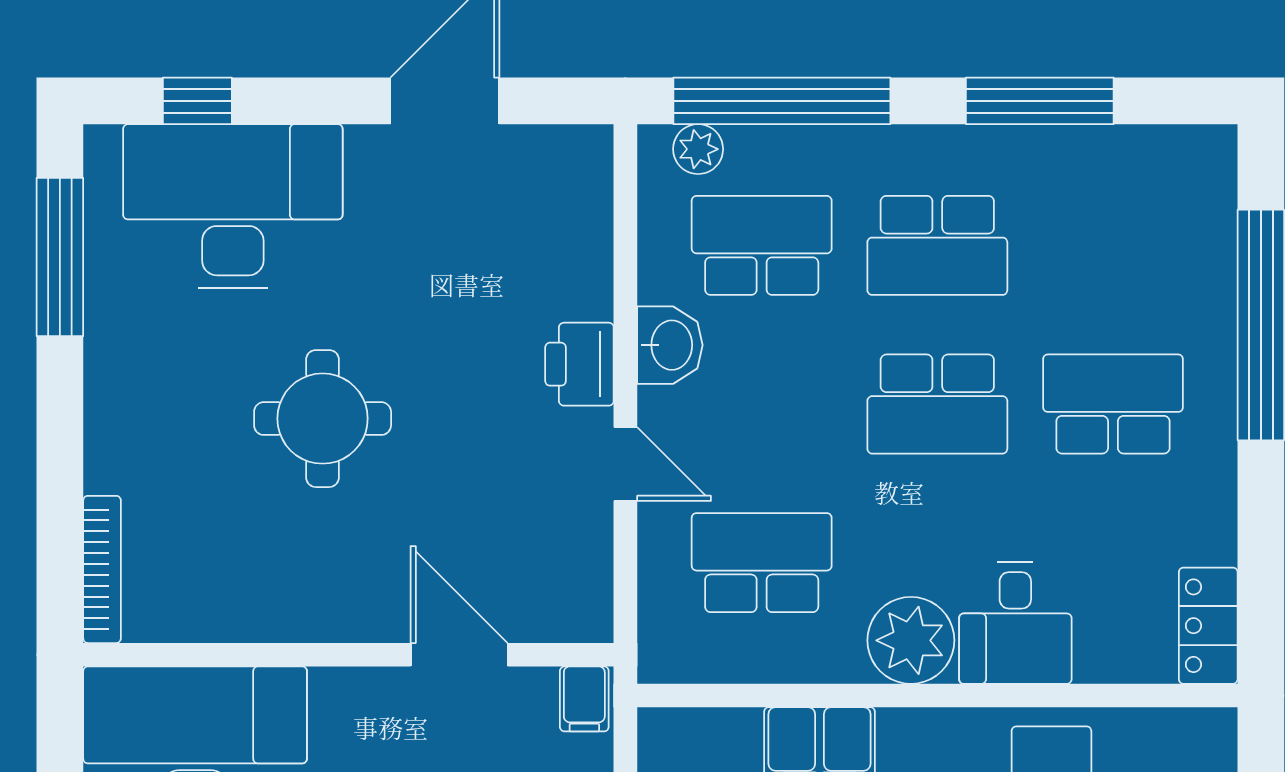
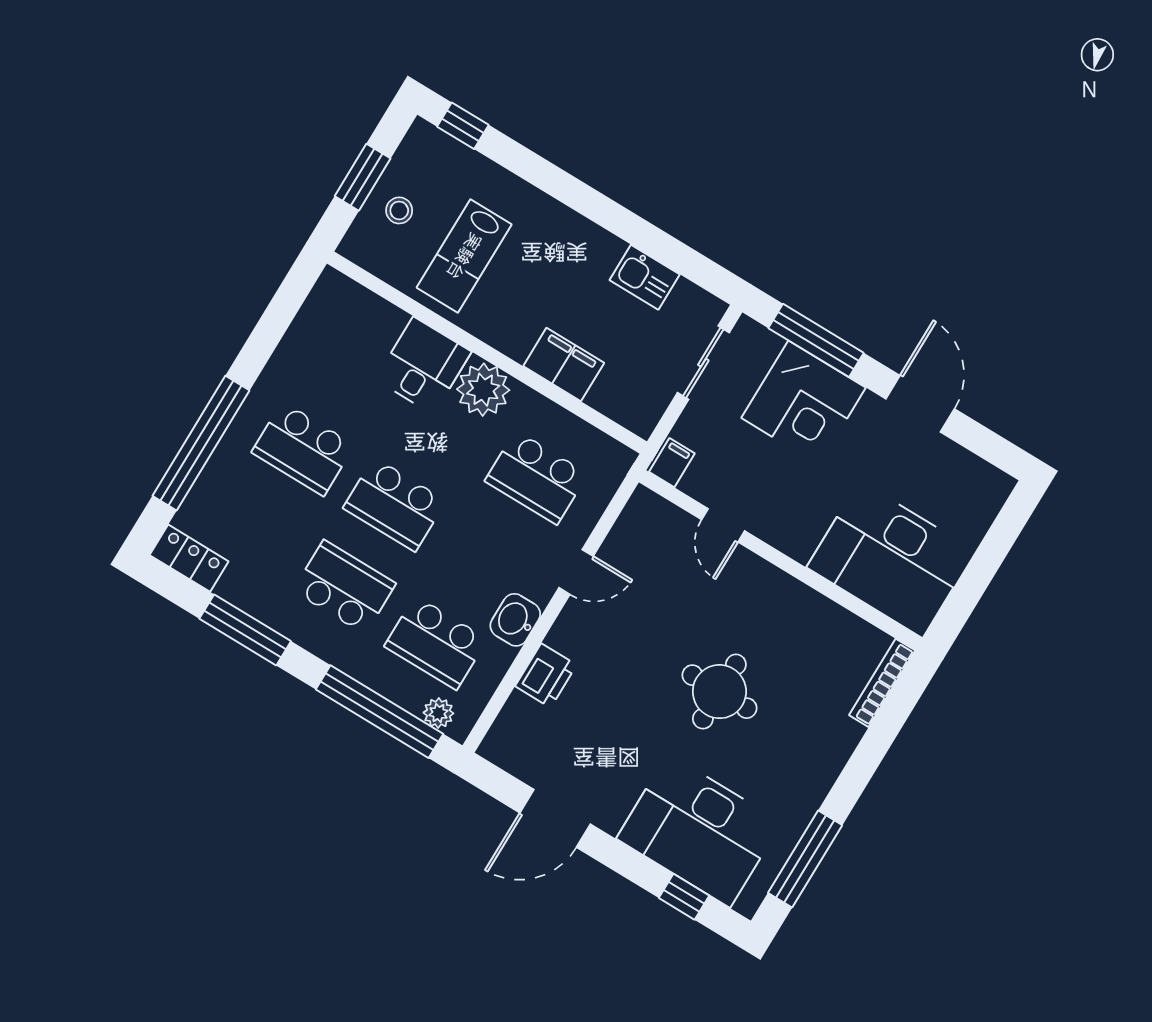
printer: (579, 364) -> (546, 675), moved
school desk: (937, 404) -> (395, 504), turned 180
door: (625, 464) -> (576, 572), swing flipped
locker: (1208, 626) -> (189, 558), moved, turned -90
door: (459, 655) -> (723, 525), width x0.73

